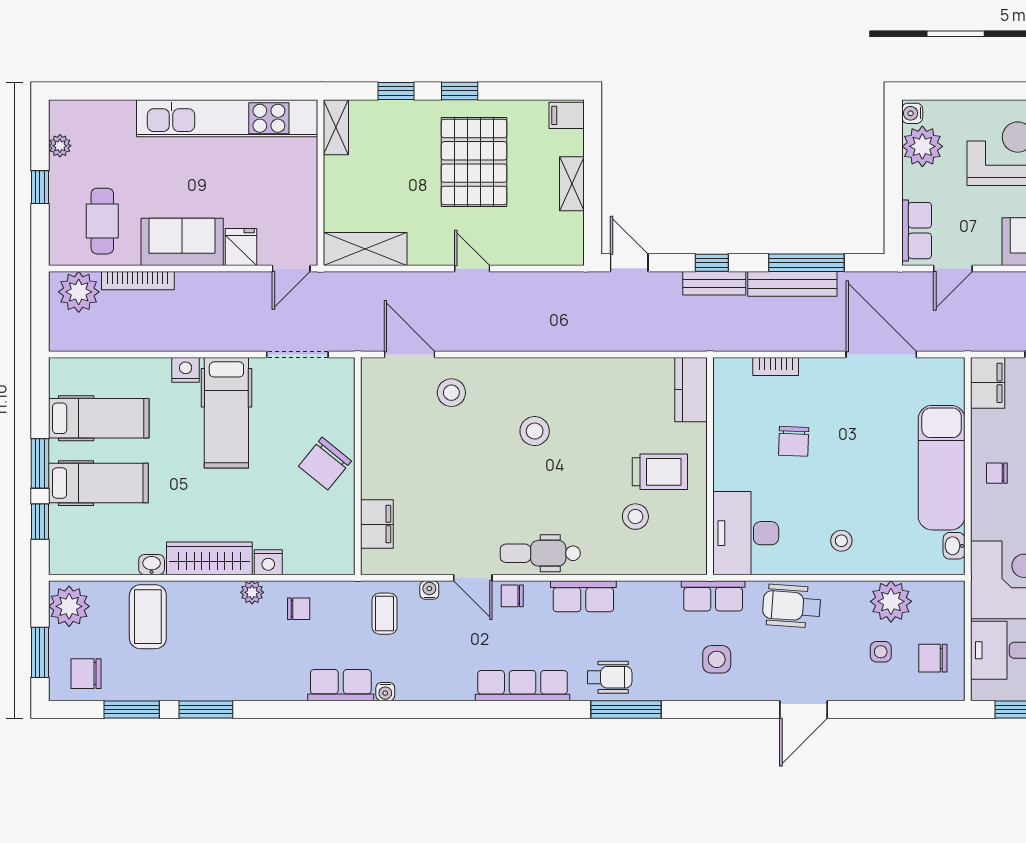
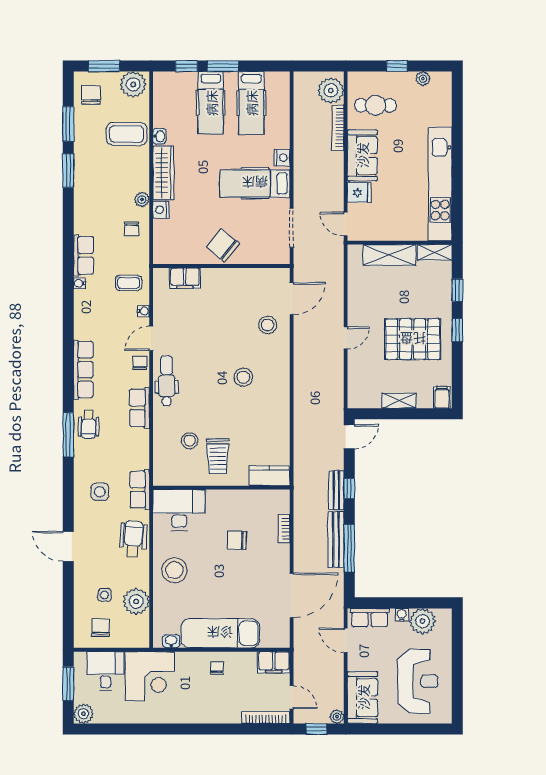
water cooler: (912, 113) -> (402, 615), moved
shelving: (365, 249) -> (389, 255), moved, turned 90
stool: (841, 541) -> (174, 570), width x1.89, depth x1.89

